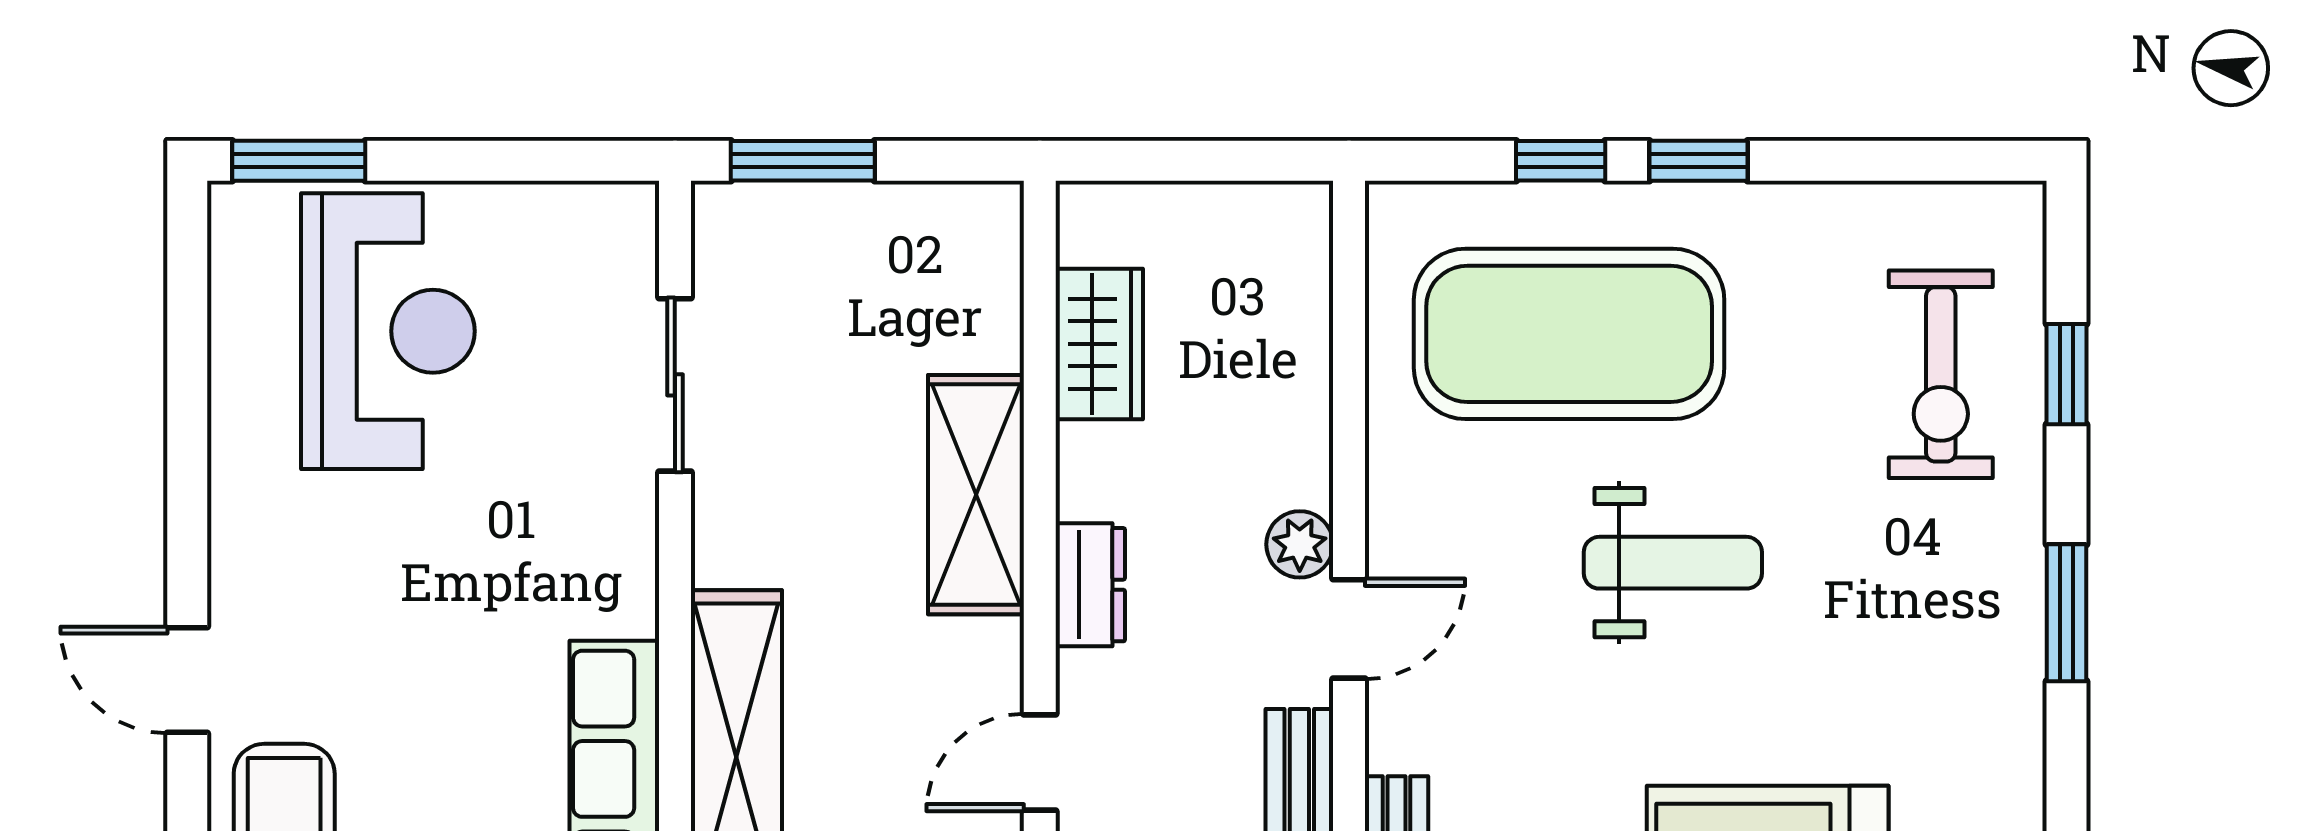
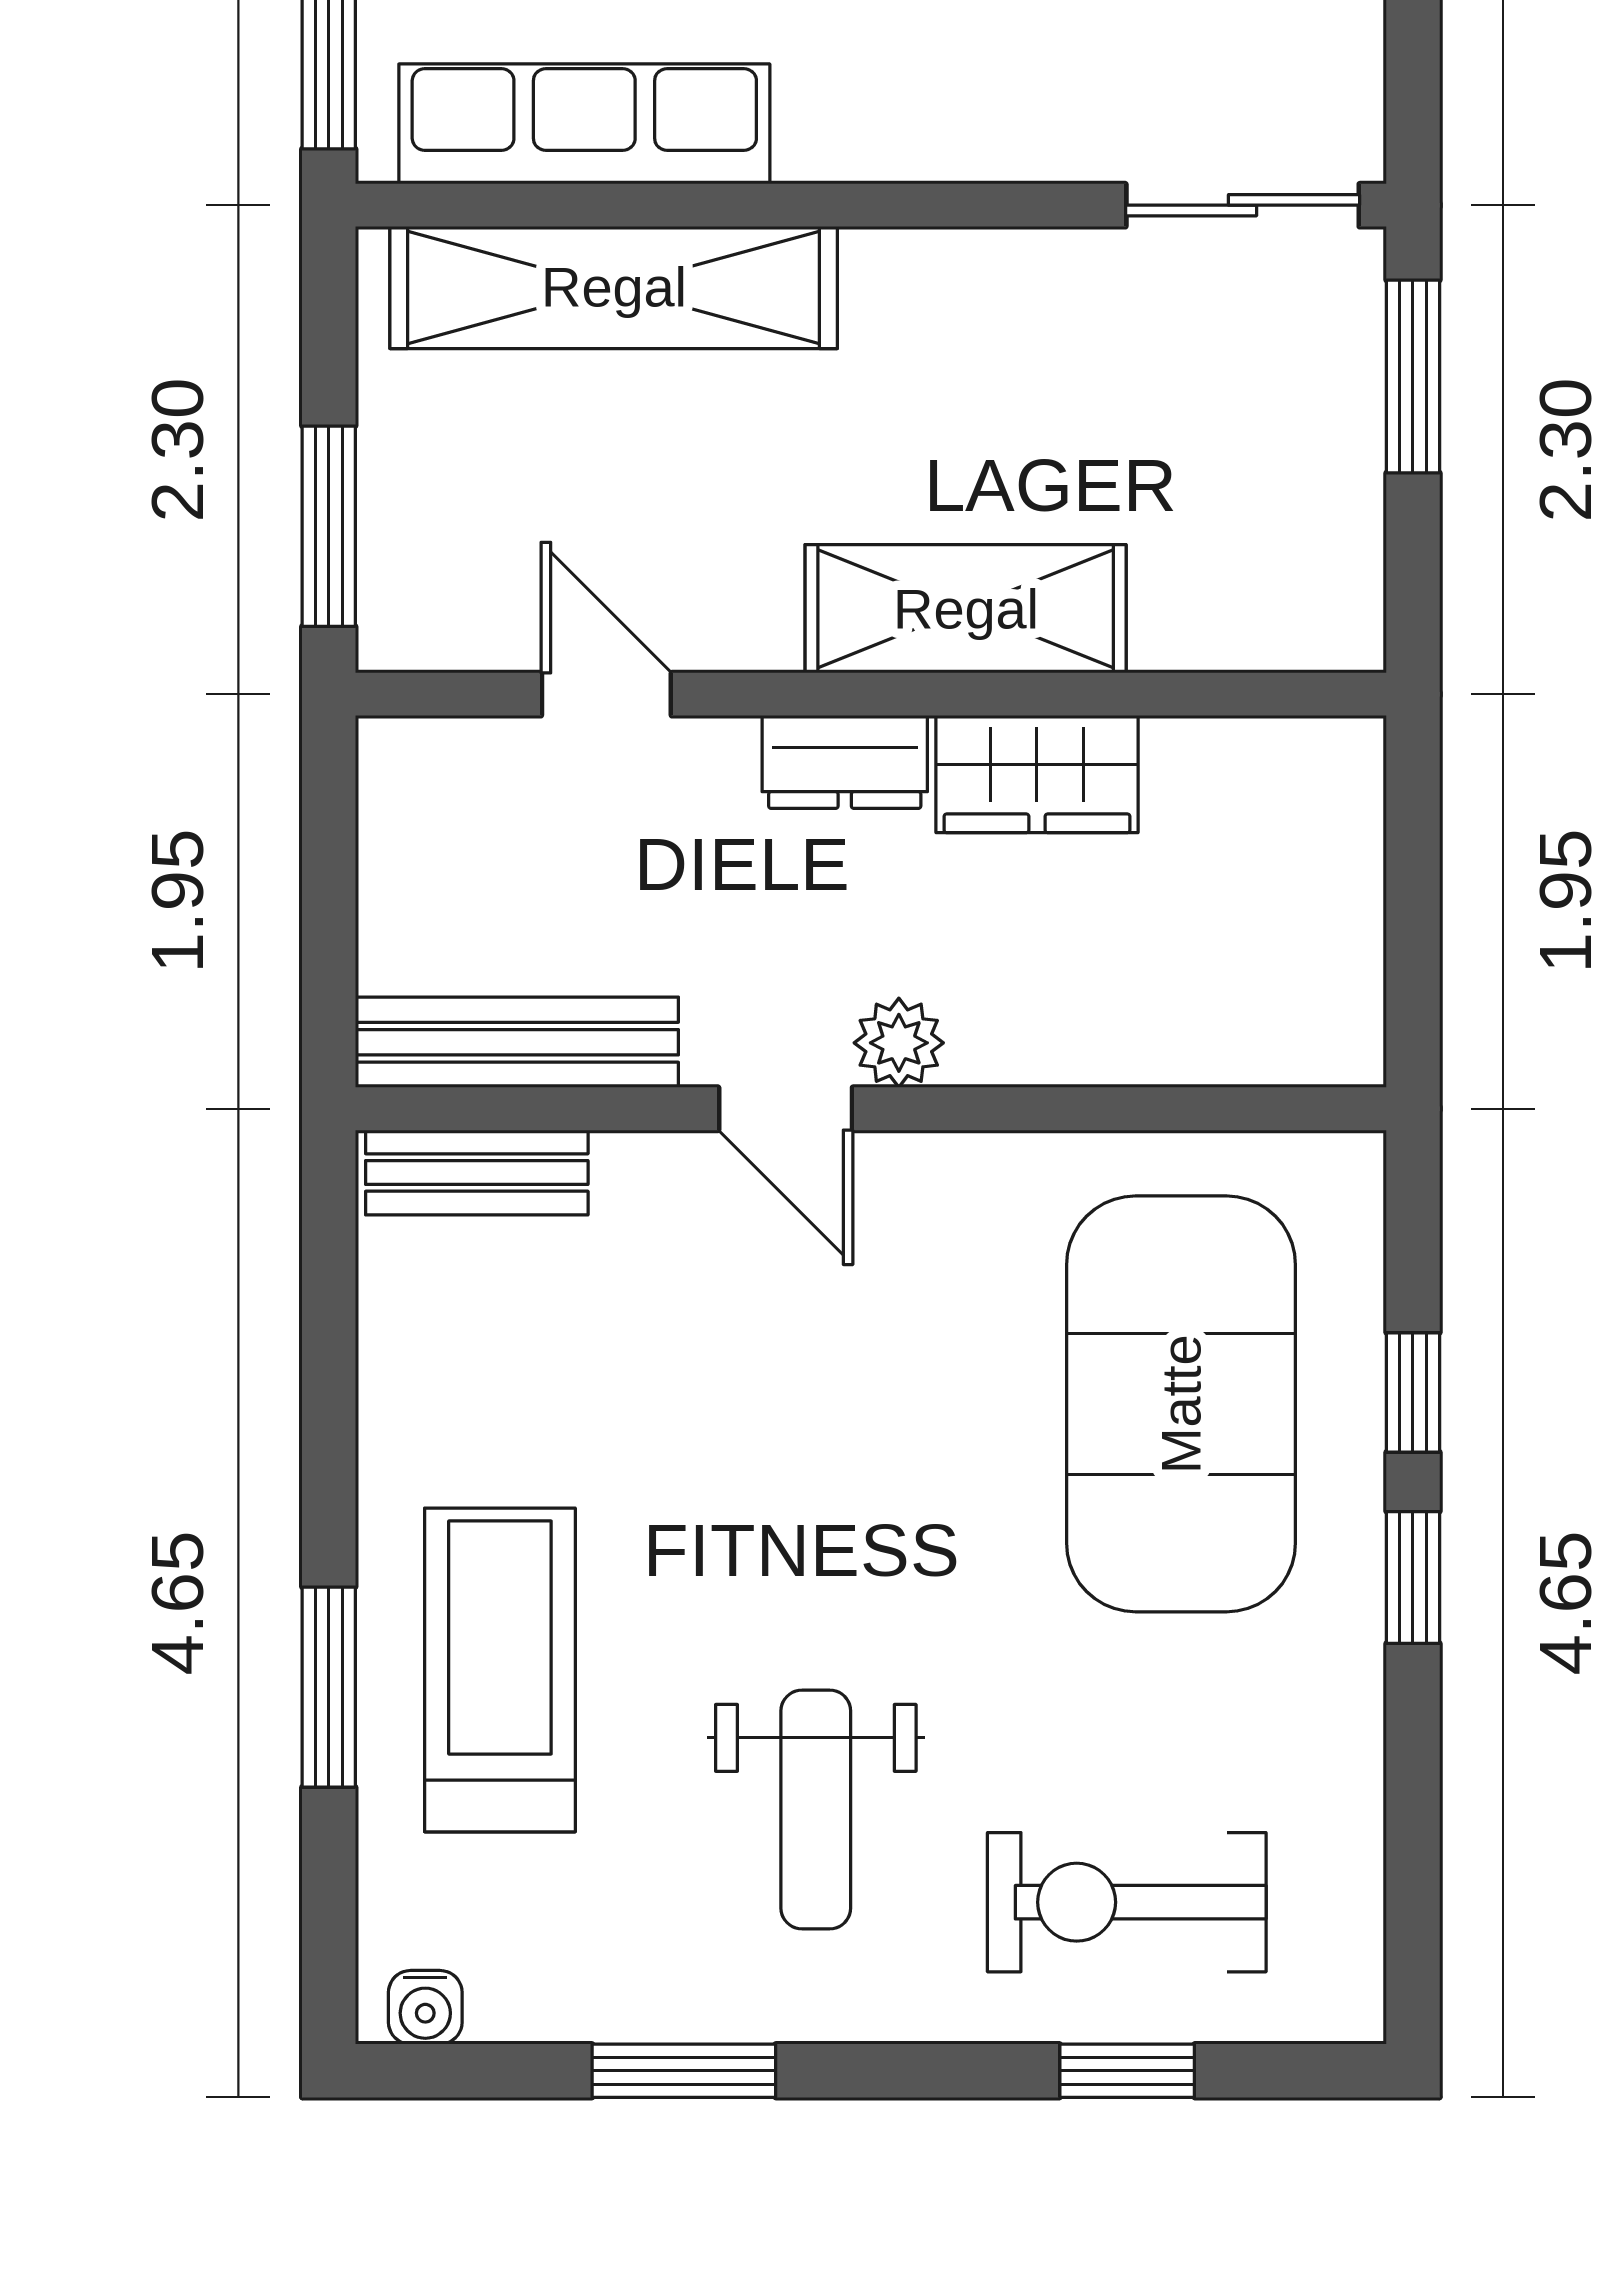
wardrobe: (1099, 344) -> (1037, 774), moved
sliding door: (675, 385) -> (1243, 205), moved
weight bench: (1673, 563) -> (816, 1809), moved
window: (2067, 613) -> (684, 2071), moved

